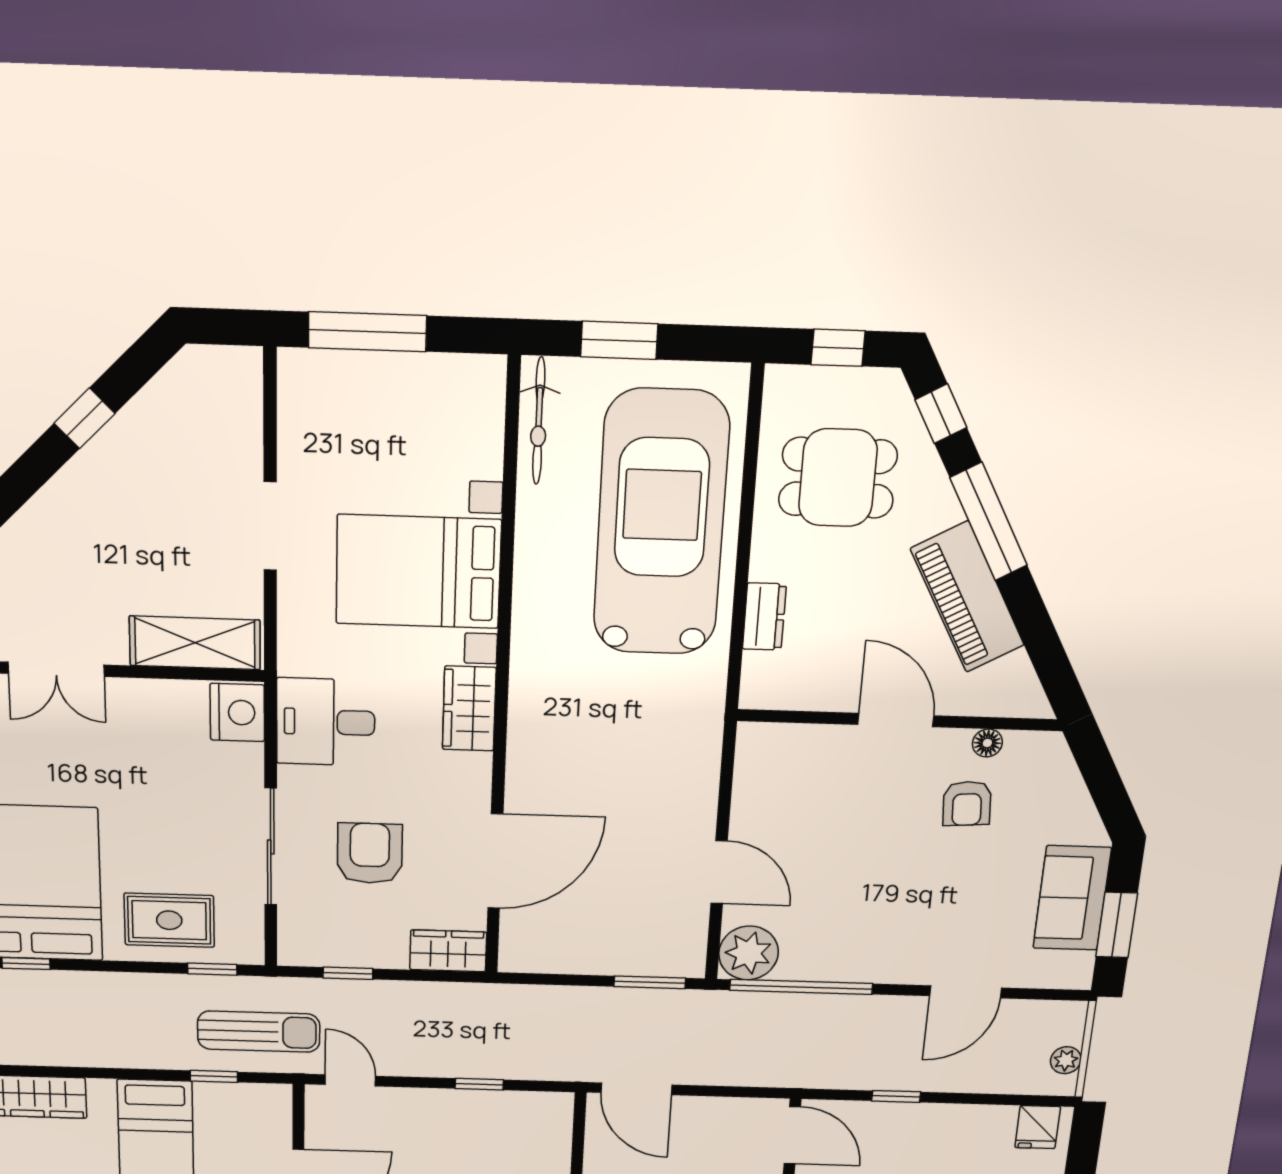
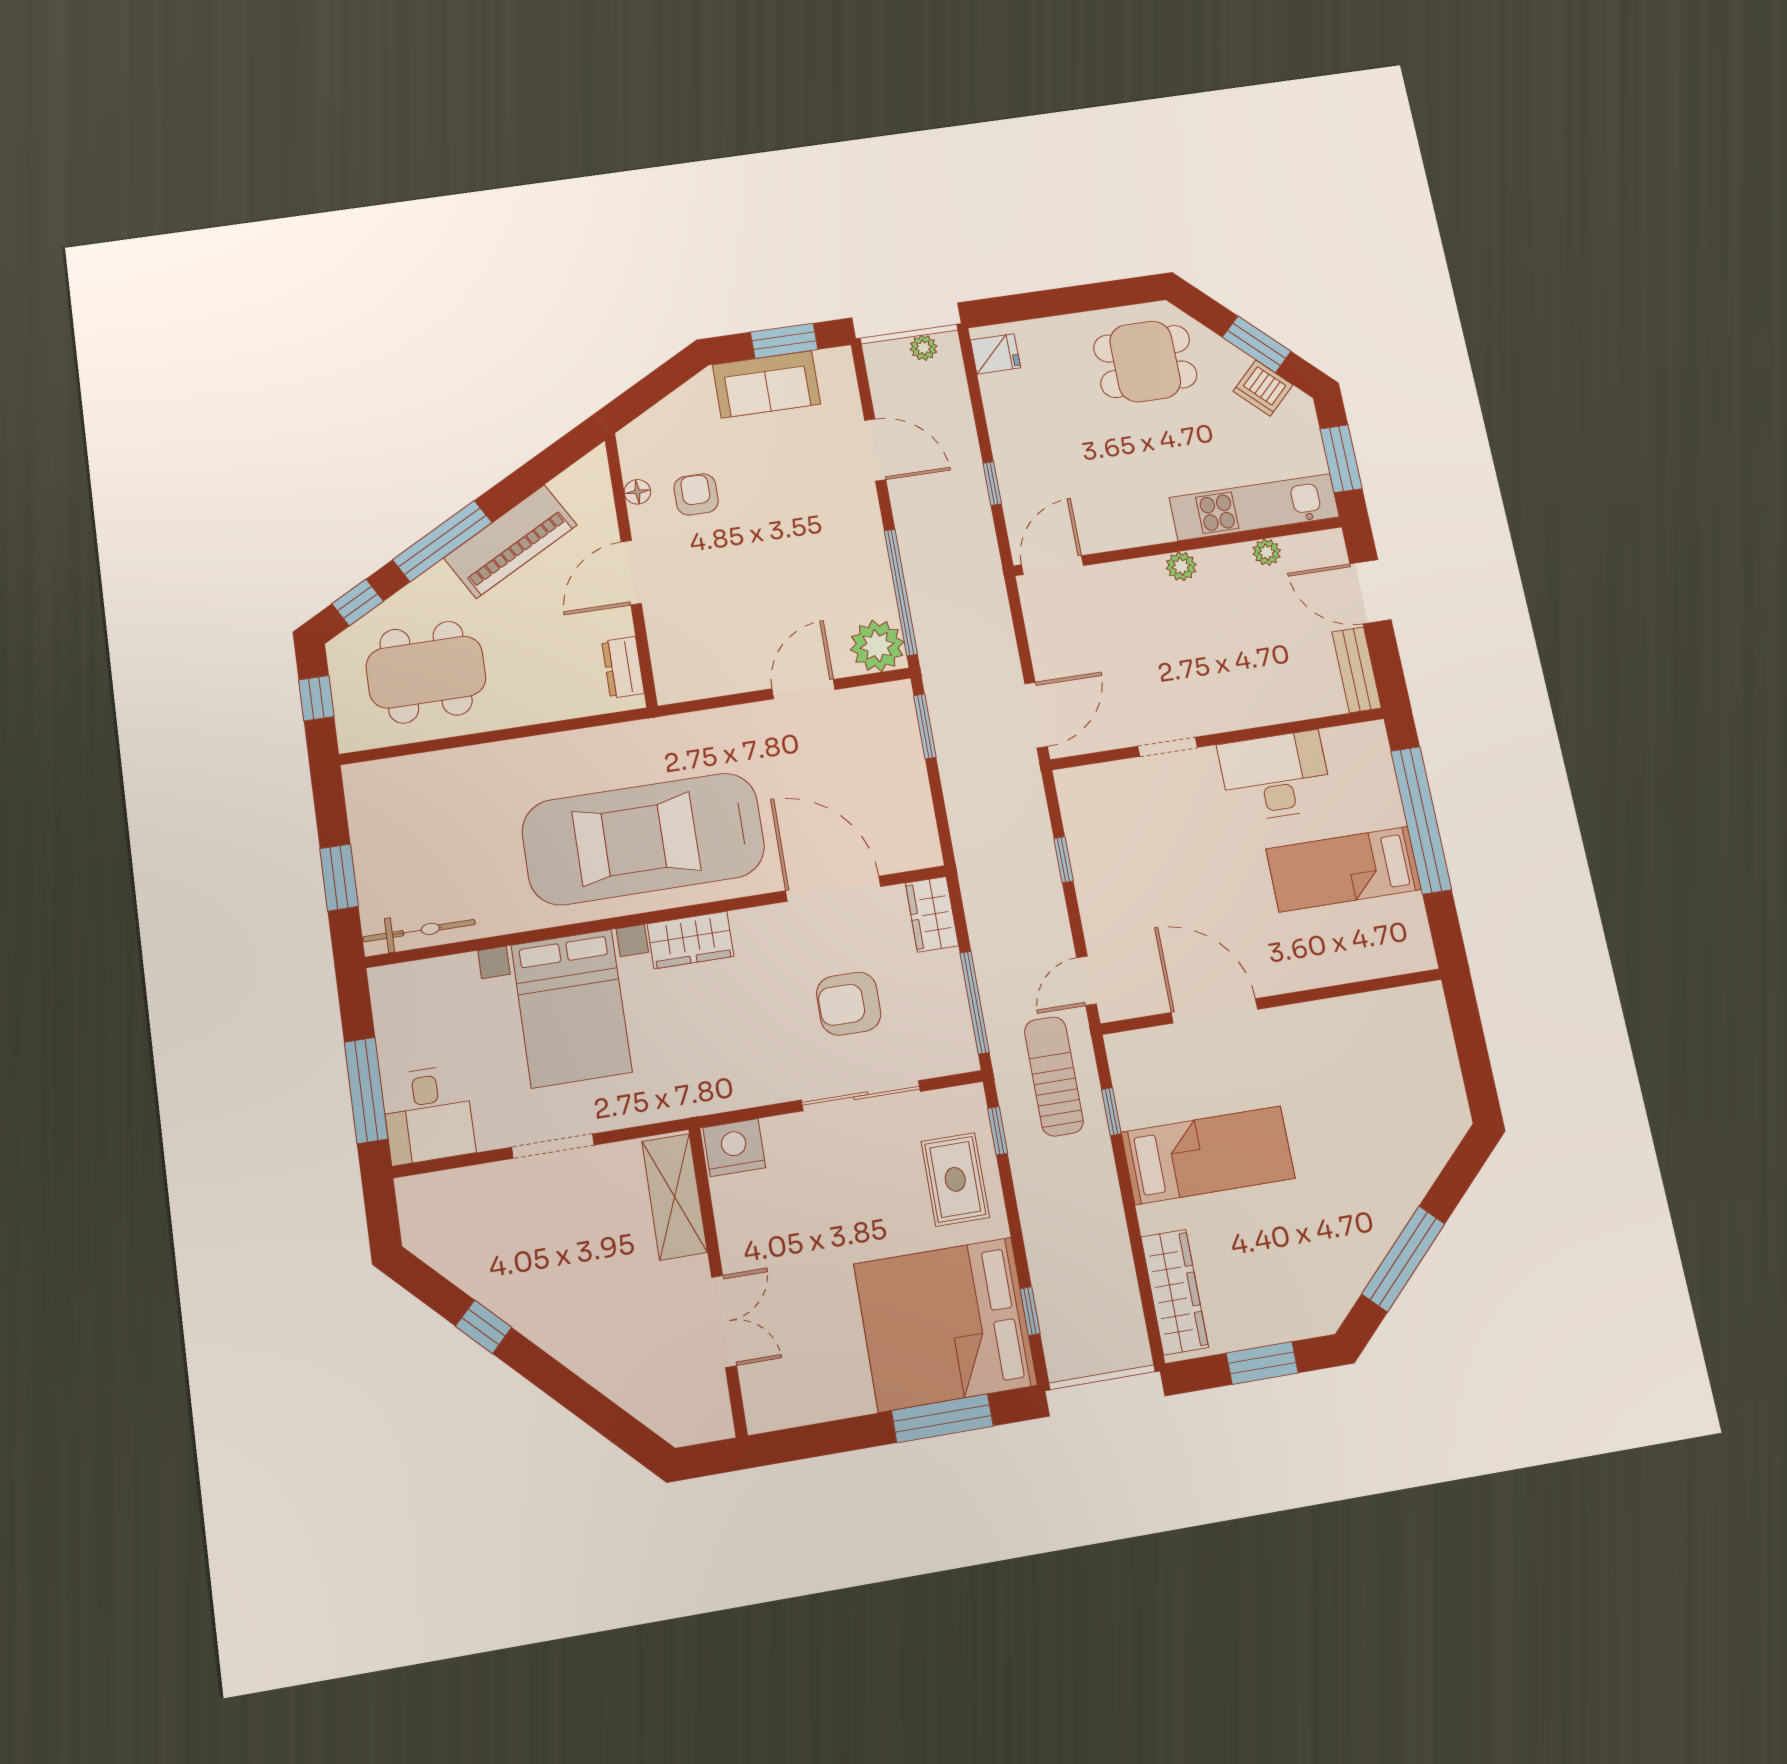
dining table: (838, 478) -> (426, 672), width x1.37
car: (661, 523) -> (643, 839), moved
dresser: (764, 617) -> (623, 667), moved, turned -90
desk: (326, 722) -> (428, 1115), moved
armchair: (967, 803) -> (696, 494), turned -86
window: (348, 973) -> (975, 1003), width x2.17

